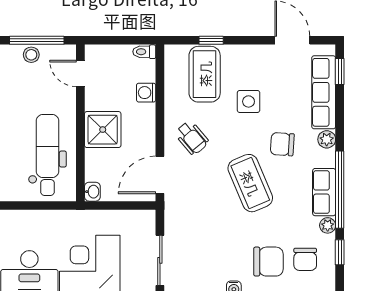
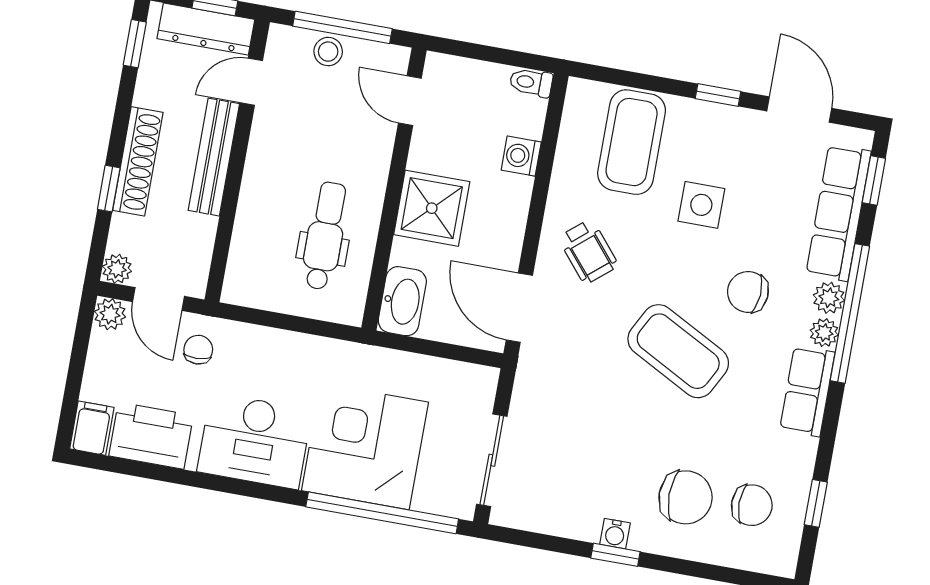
window: (211, 40) -> (718, 95), moved
dental chair: (47, 155) -> (325, 236), width x0.73, depth x0.72
door: (160, 175) -> (519, 308), hinge flipped
coffee table: (250, 183) -> (678, 351), turned -39
window: (340, 190) -> (850, 313), moved
washbasin: (92, 192) -> (402, 301), width x1.91, depth x1.45
plant: (328, 225) -> (824, 333), moved
chair: (305, 259) -> (752, 505), turned -90

